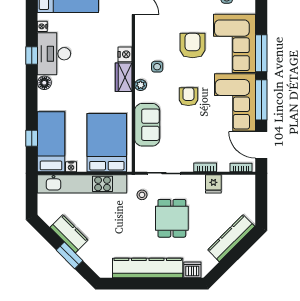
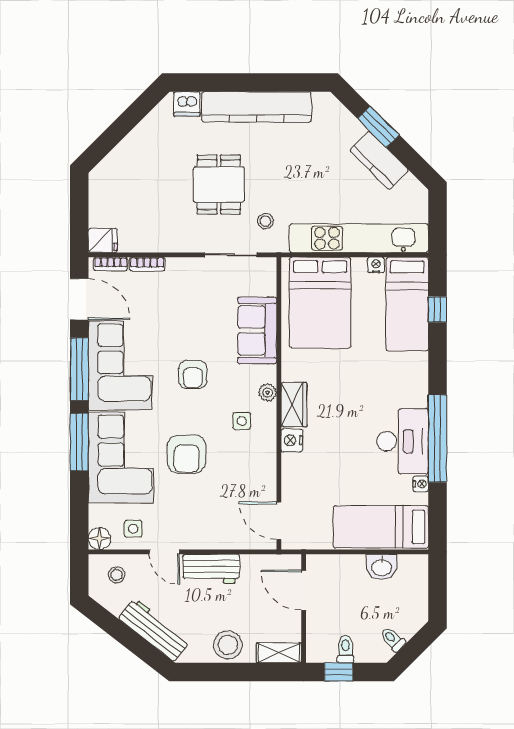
window: (32, 56) -> (437, 438), width x3.17
floor lamp: (44, 83) -> (418, 396), removed
bookcase: (205, 167) -> (147, 264), moved
fridge: (213, 184) -> (103, 240), moved, turned 90
kitchen counter: (231, 238) -> (126, 154), removed

